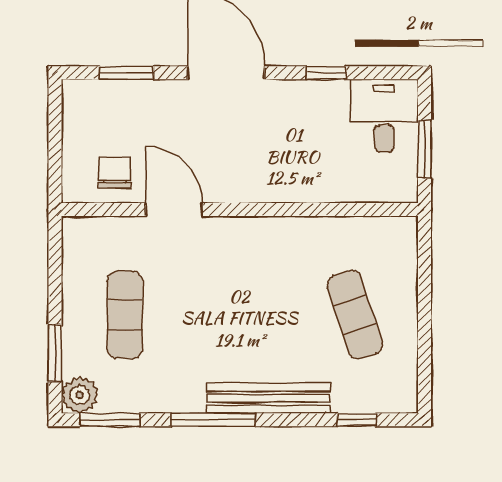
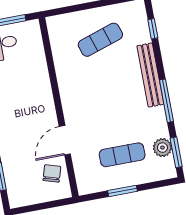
chair: (115, 172) -> (52, 173), turned 107
window: (55, 353) -> (123, 191), moved
plant: (80, 395) -> (162, 148), moved

